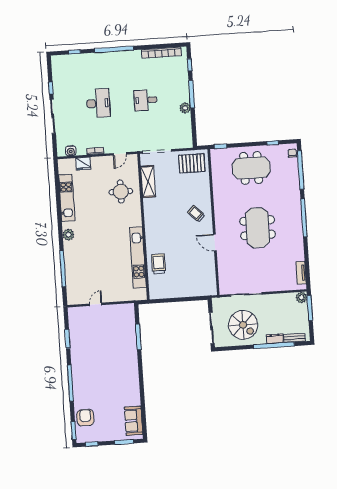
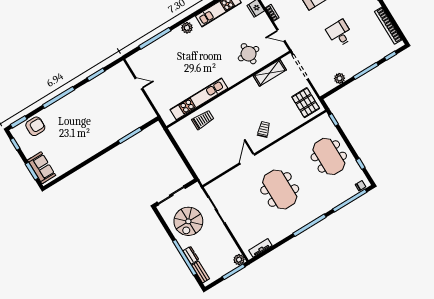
plant: (185, 108) -> (340, 78), moved
meeting table: (258, 228) -> (280, 189), turned 90
sofa: (134, 421) -> (42, 168), moved, turned 90

